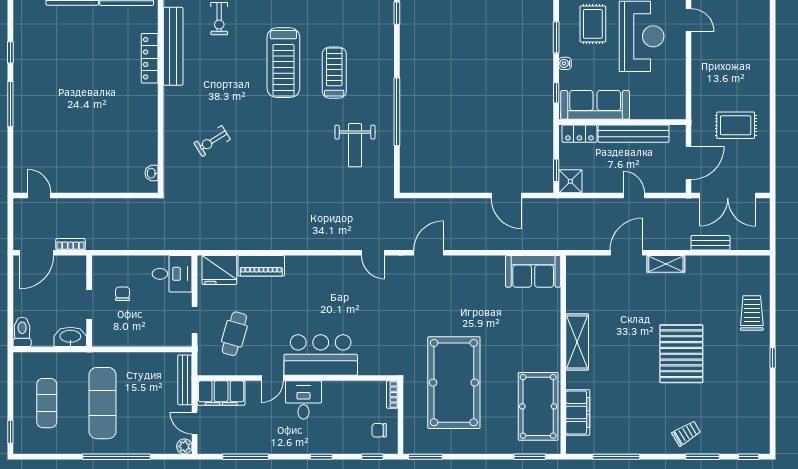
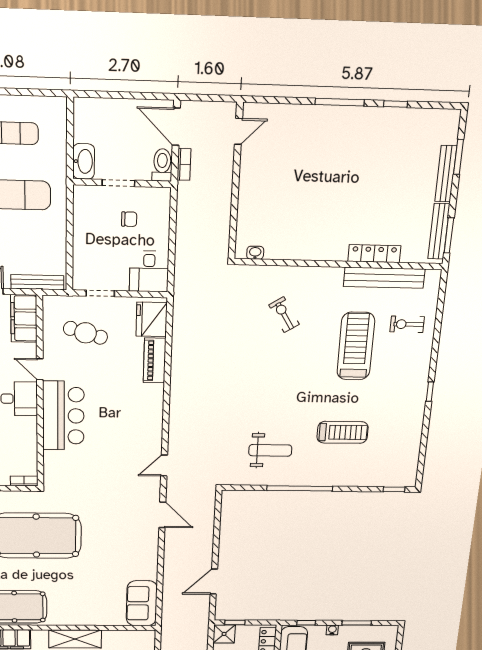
treadmill: (283, 63) -> (356, 346), moved, turned 90
weight bench: (355, 145) -> (270, 450), turned 180
toilet: (22, 332) -> (162, 165), moved, turned -90

